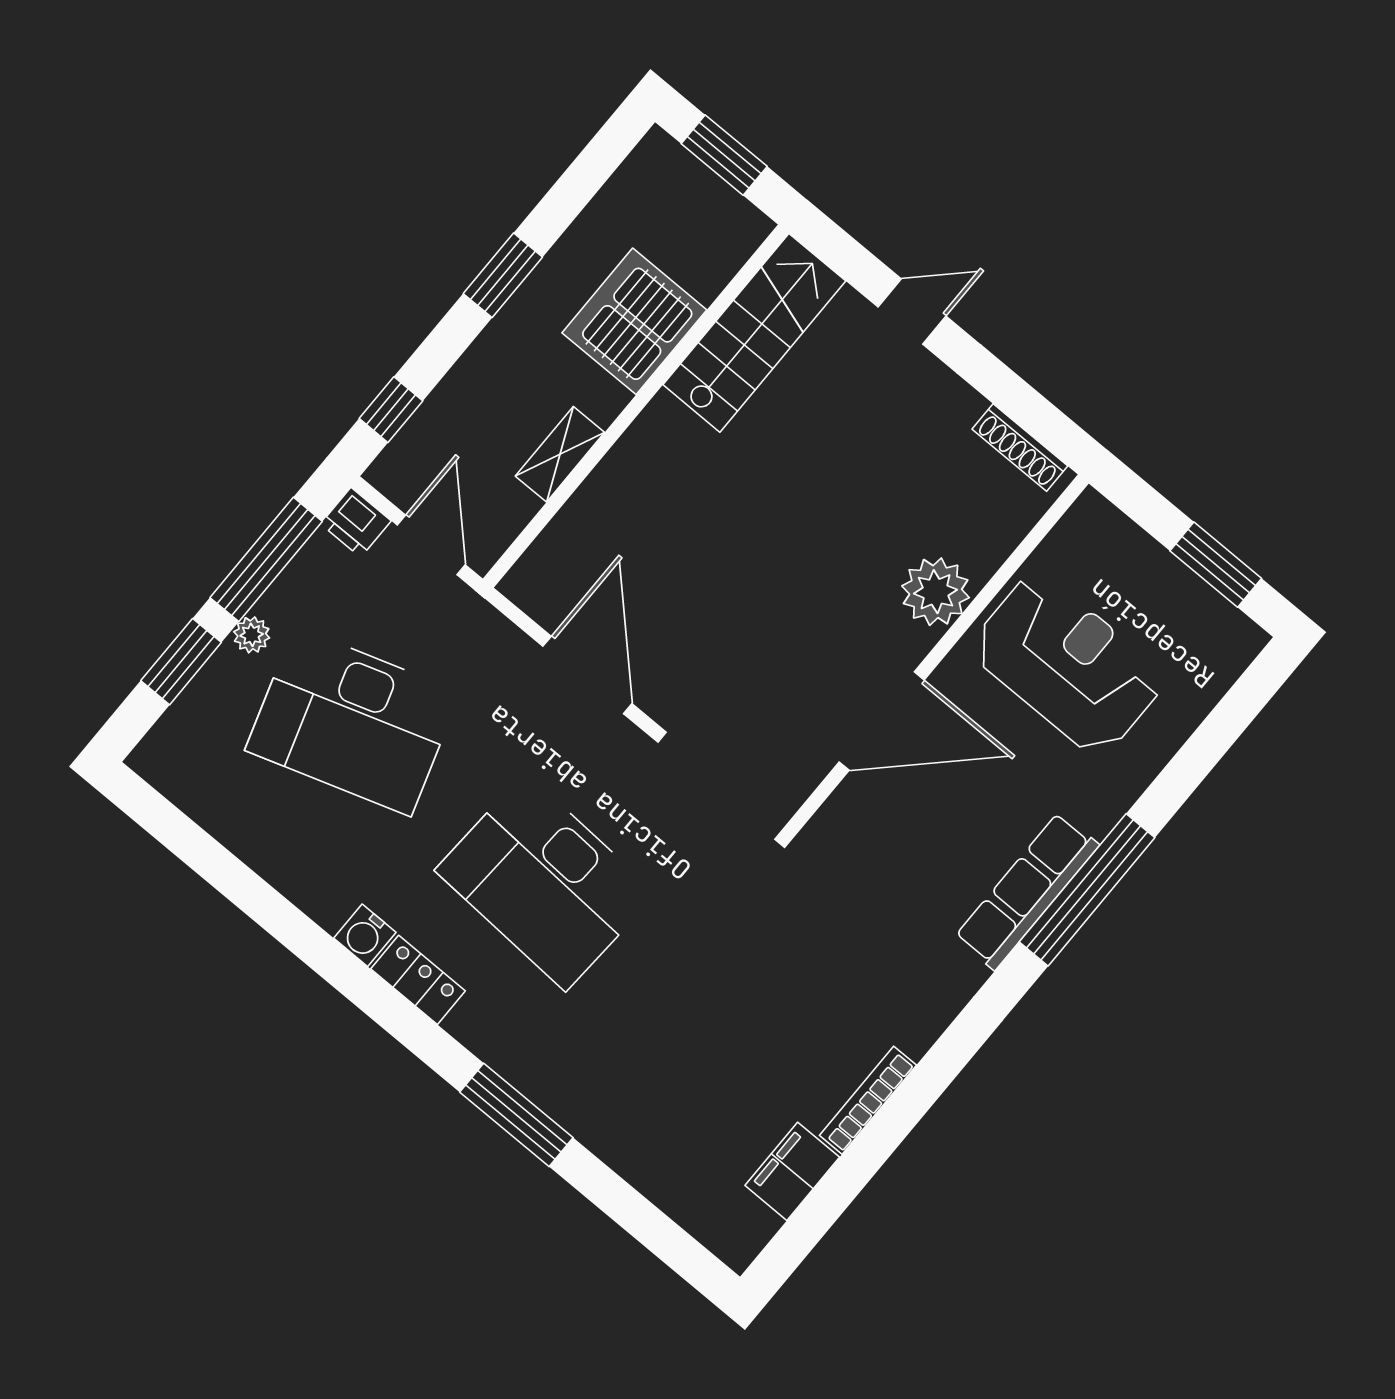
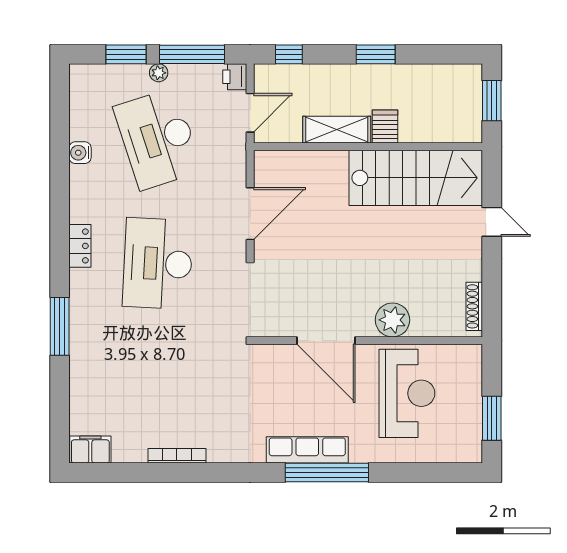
server rack: (634, 321) -> (385, 126), width x0.46, depth x0.70
stairs: (754, 333) -> (416, 178), width x1.36, depth x1.51
shelving: (560, 454) -> (337, 130), width x1.50, depth x1.33
water cooler: (365, 935) -> (80, 153), moved
filing cabinet: (792, 1171) -> (90, 450), moved

